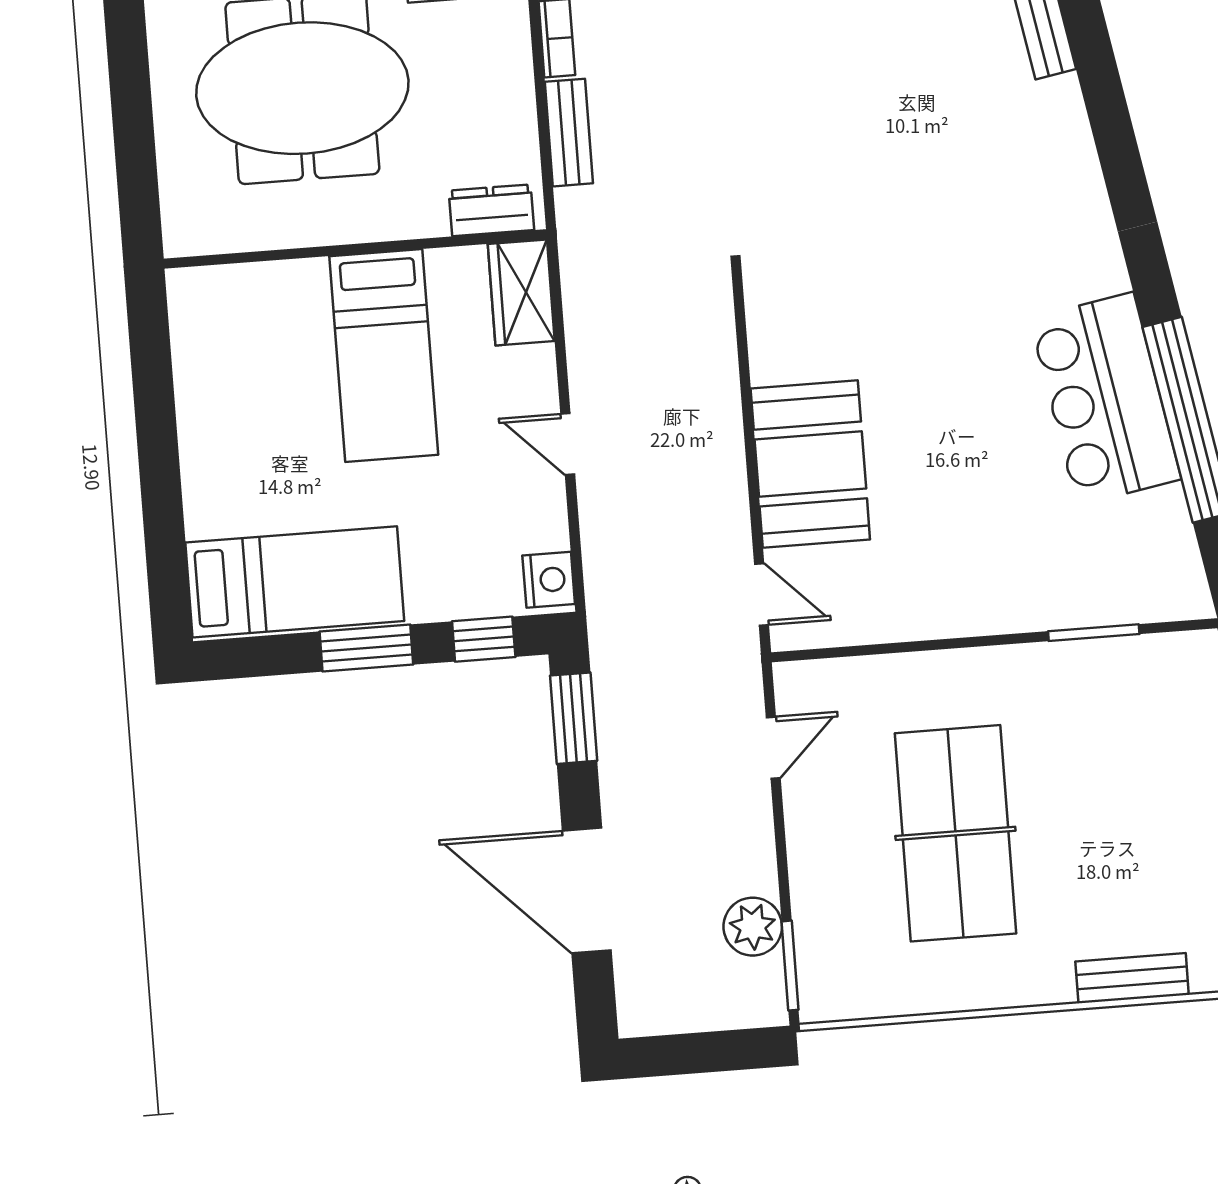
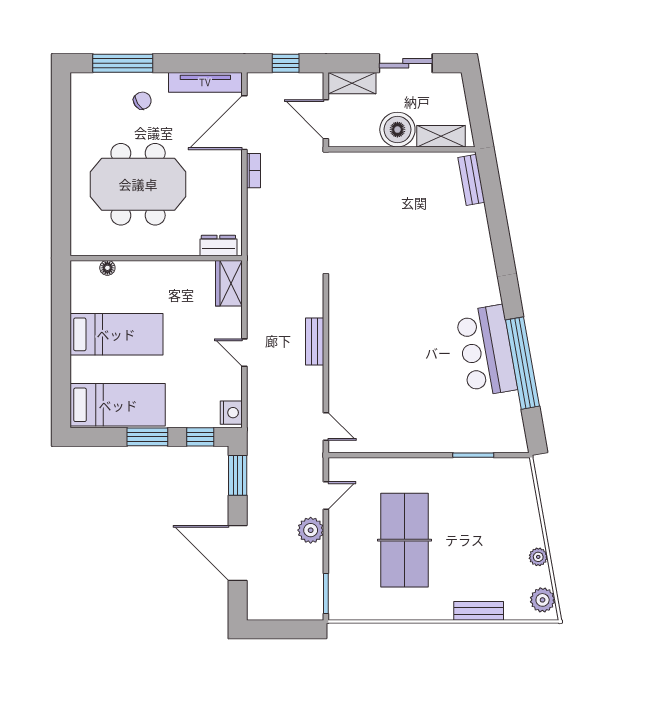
bench: (569, 133) -> (315, 341), moved
floor lamp: (249, 279) -> (107, 268), added
bed: (384, 356) -> (116, 334), moved, turned -90
booth: (810, 464) -> (352, 370), removed
plant: (753, 927) -> (311, 530), moved

